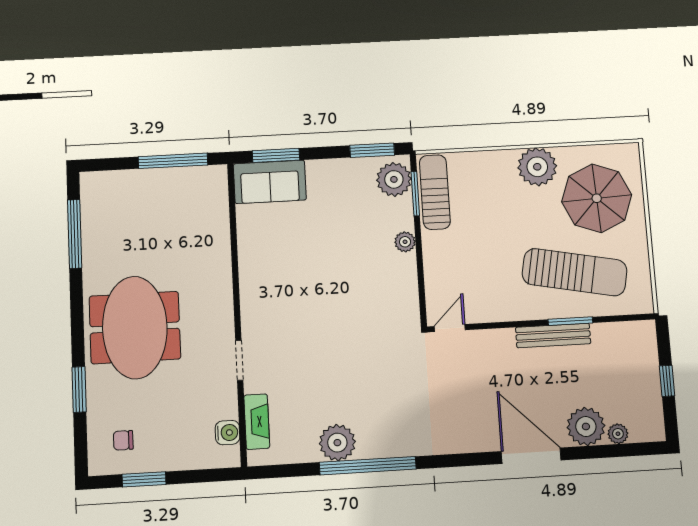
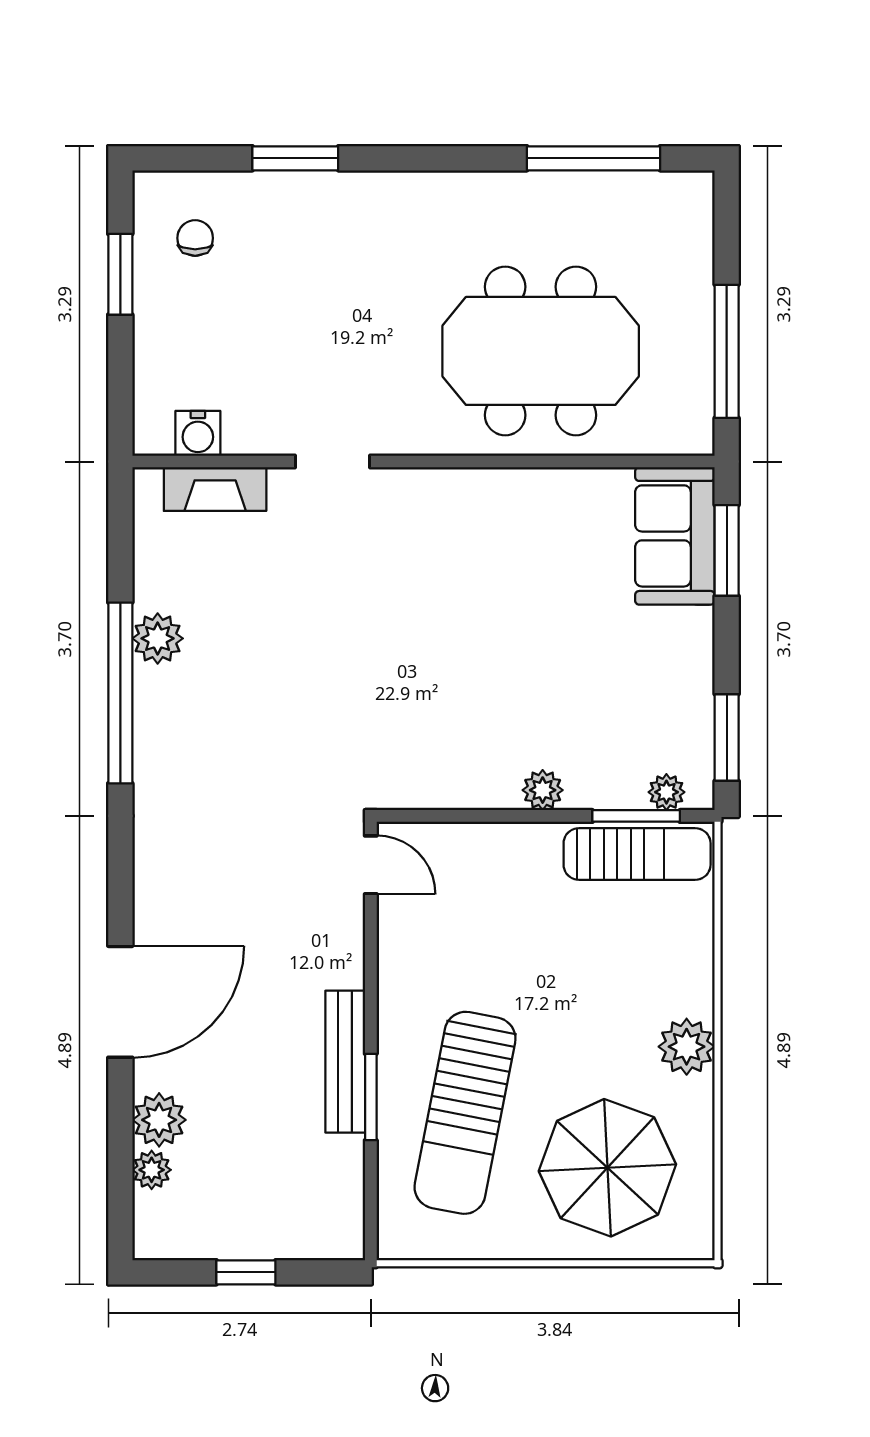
plant: (537, 167) -> (687, 1047), width x0.73, depth x0.73
plant: (394, 179) -> (666, 792), width x0.53, depth x0.53
meeting table: (135, 327) -> (541, 351), moved
plant: (586, 426) -> (159, 1120), width x0.73, depth x0.73
plant: (337, 443) -> (158, 638), width x0.73, depth x0.73

